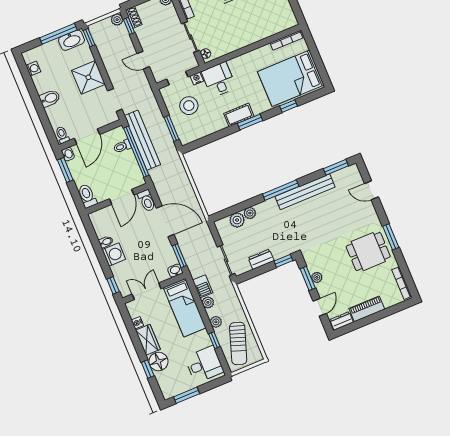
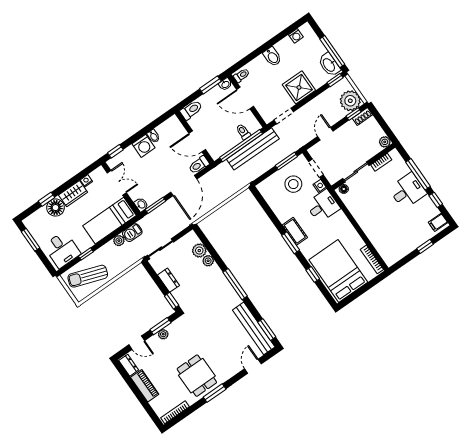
plant: (117, 20) -> (350, 101), width x1.88, depth x1.88
window: (171, 128) -> (286, 161), moved
bench: (305, 192) -> (254, 328), moved
plant: (216, 322) -> (103, 252), removed

